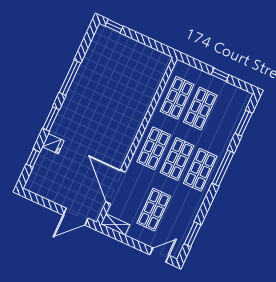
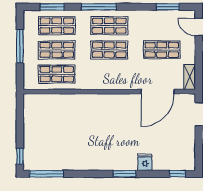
window: (220, 75) -> (20, 46), width x2.17
window: (70, 78) -> (47, 174), moved
shop shelf: (154, 148) -> (57, 26), moved
window: (33, 158) -> (177, 174), moved

